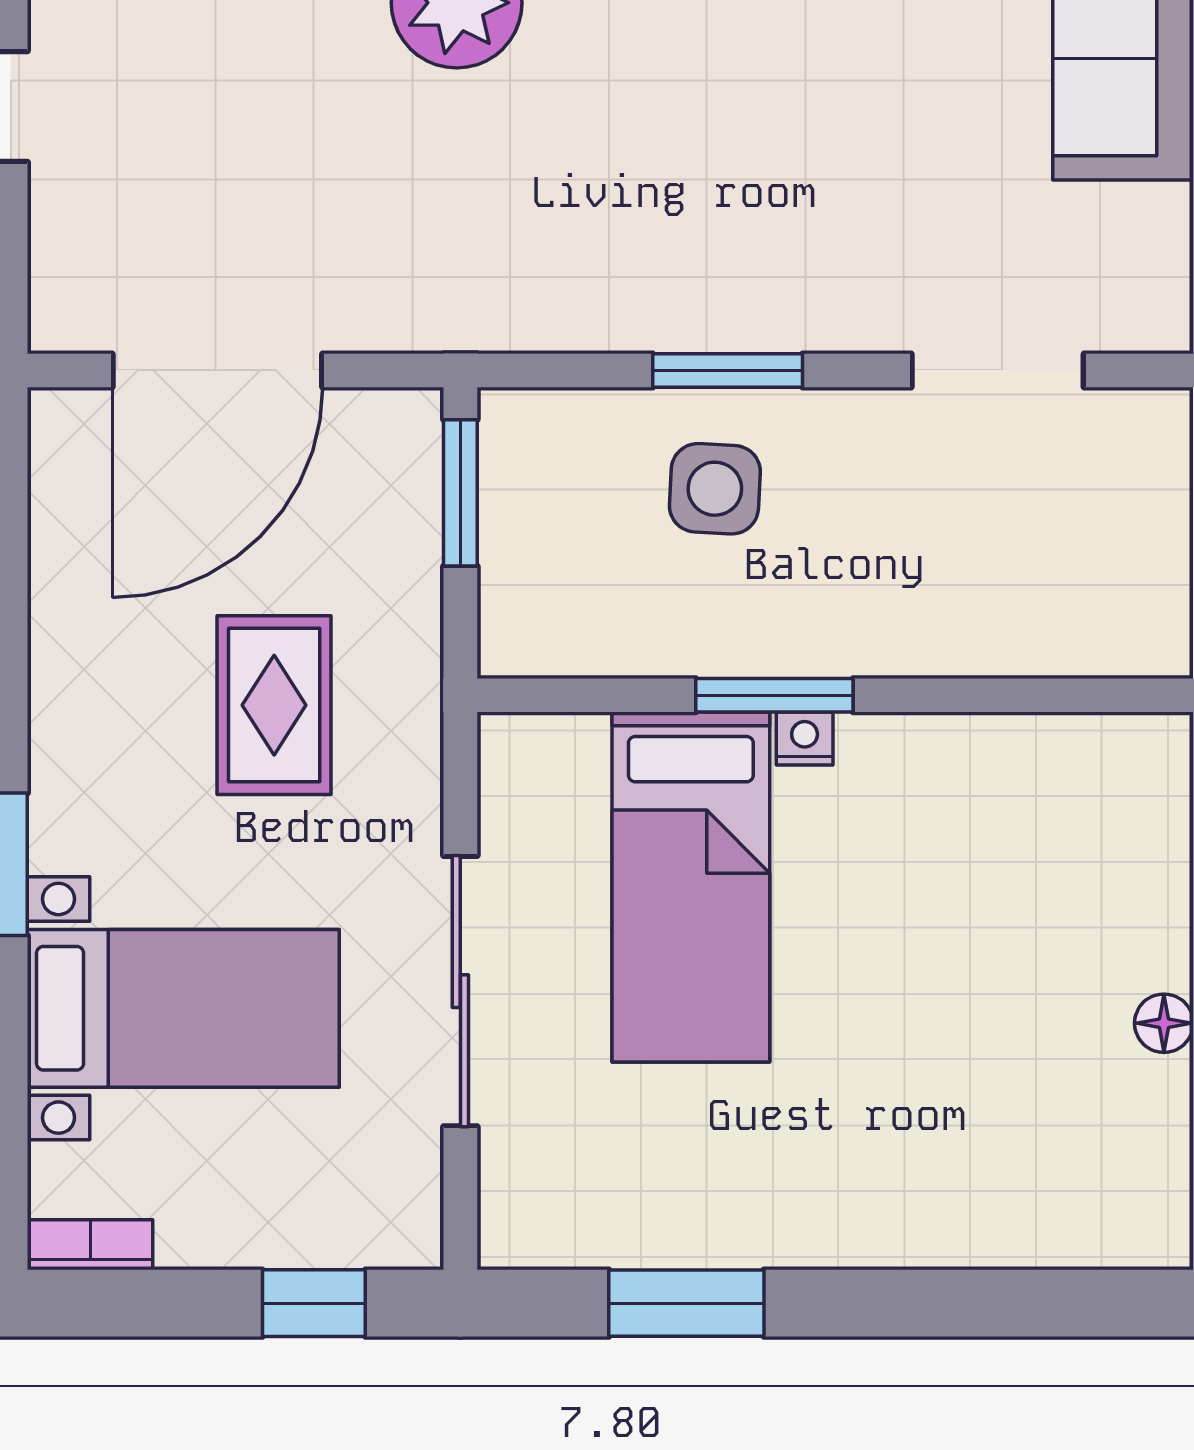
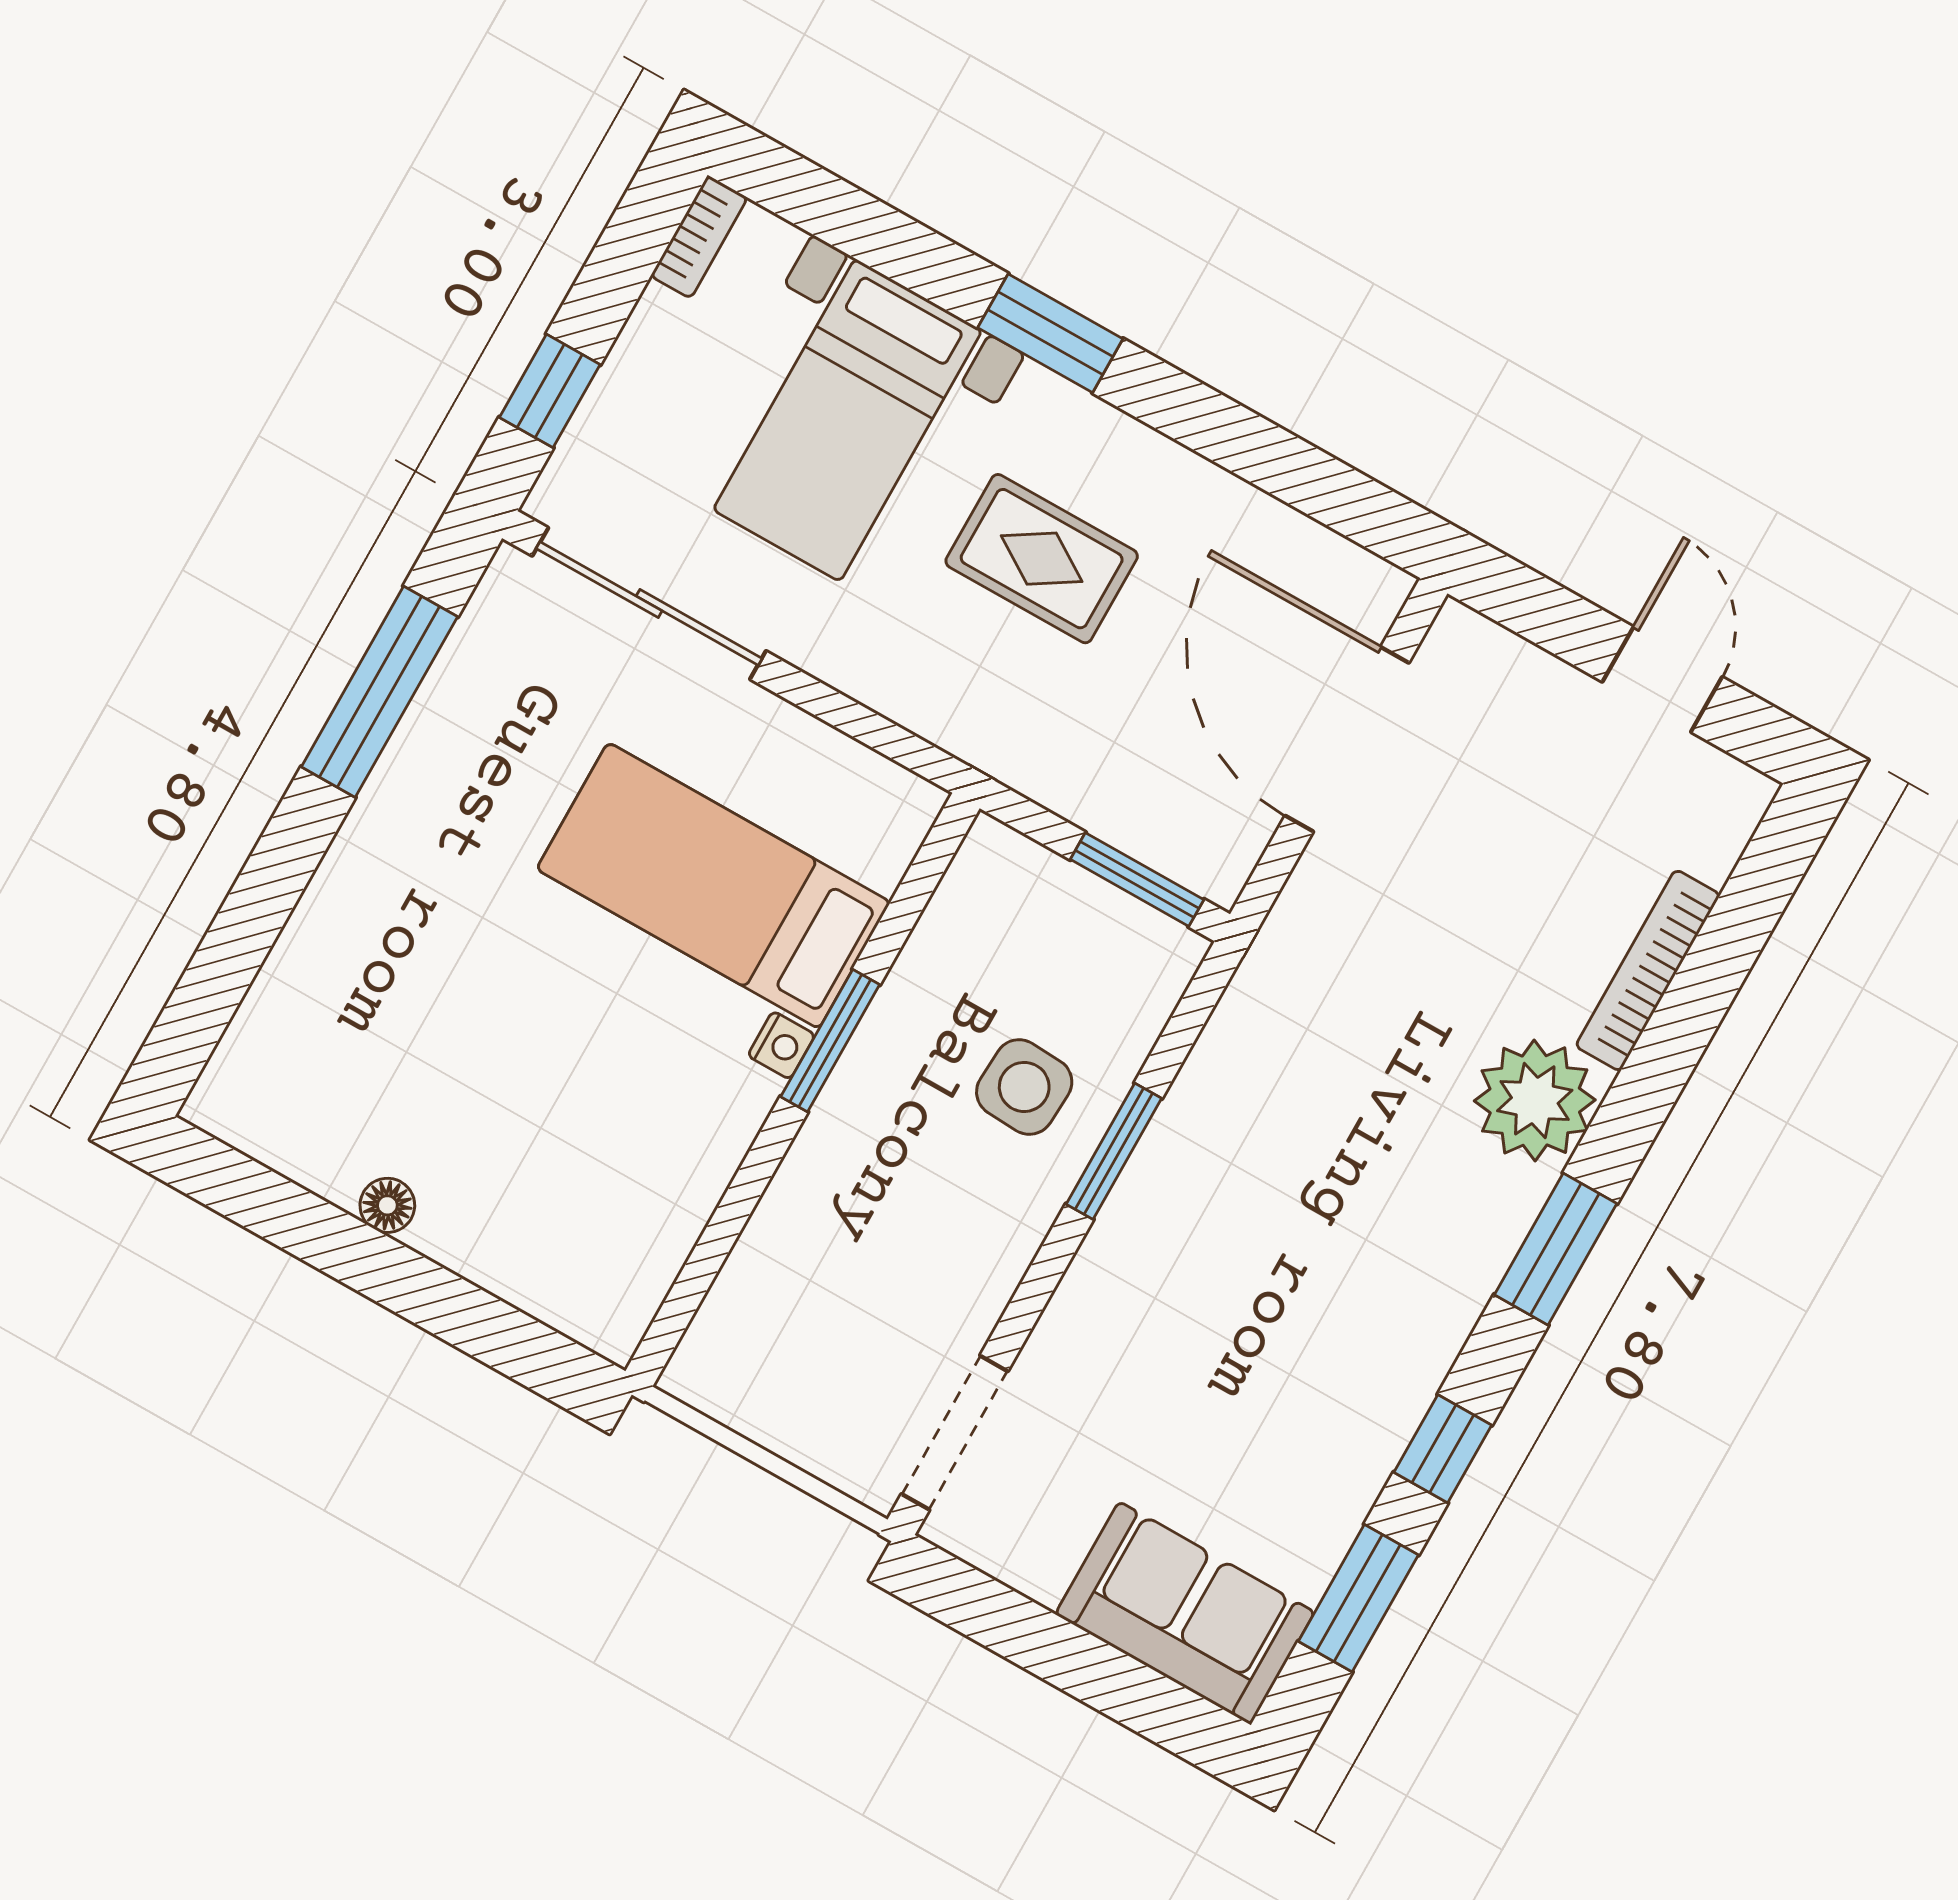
doorway: (998, 370) -> (955, 1433), moved
rug: (274, 705) -> (1042, 559), moved
sliding door: (460, 991) -> (649, 603), moved
window: (686, 1303) -> (379, 692), width x1.44

